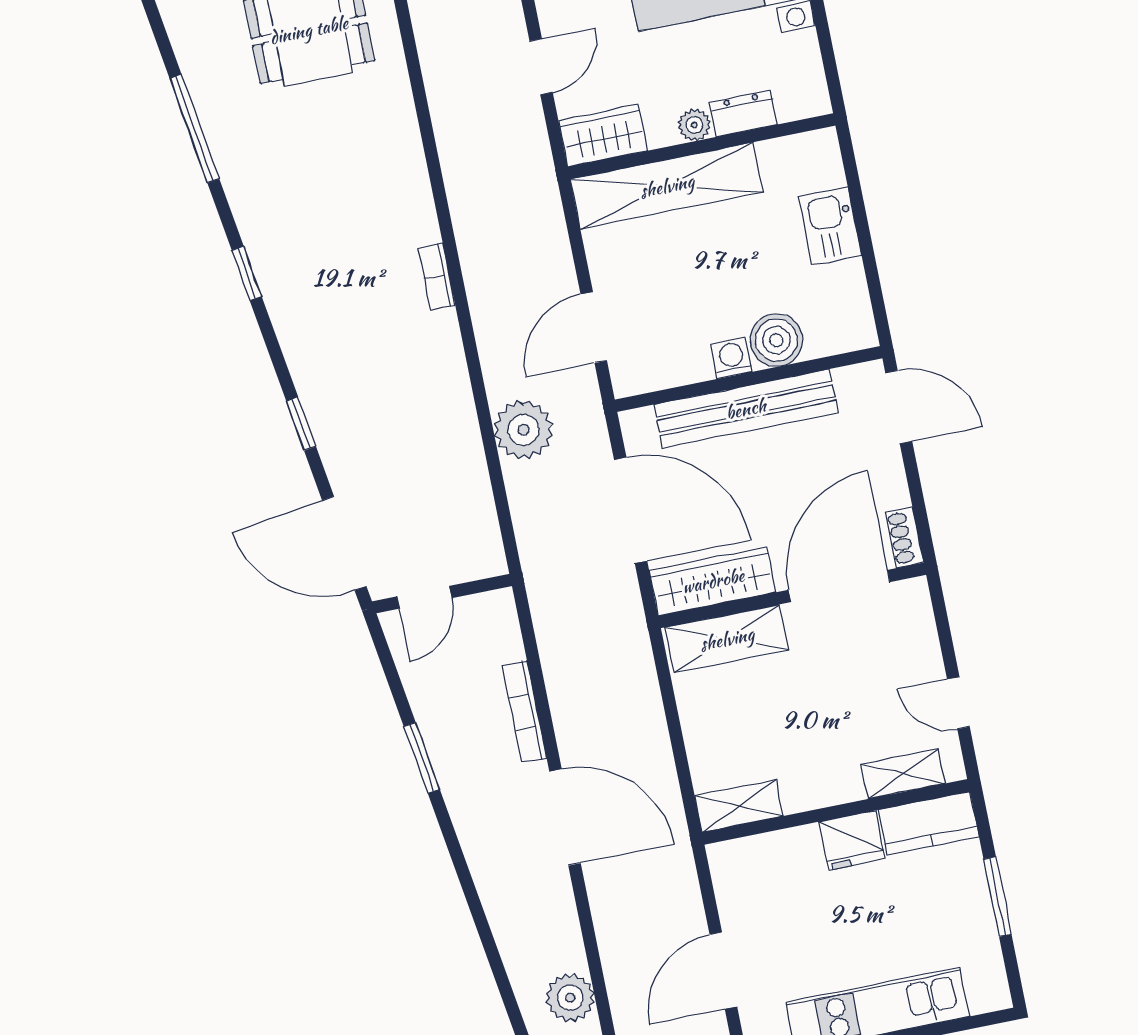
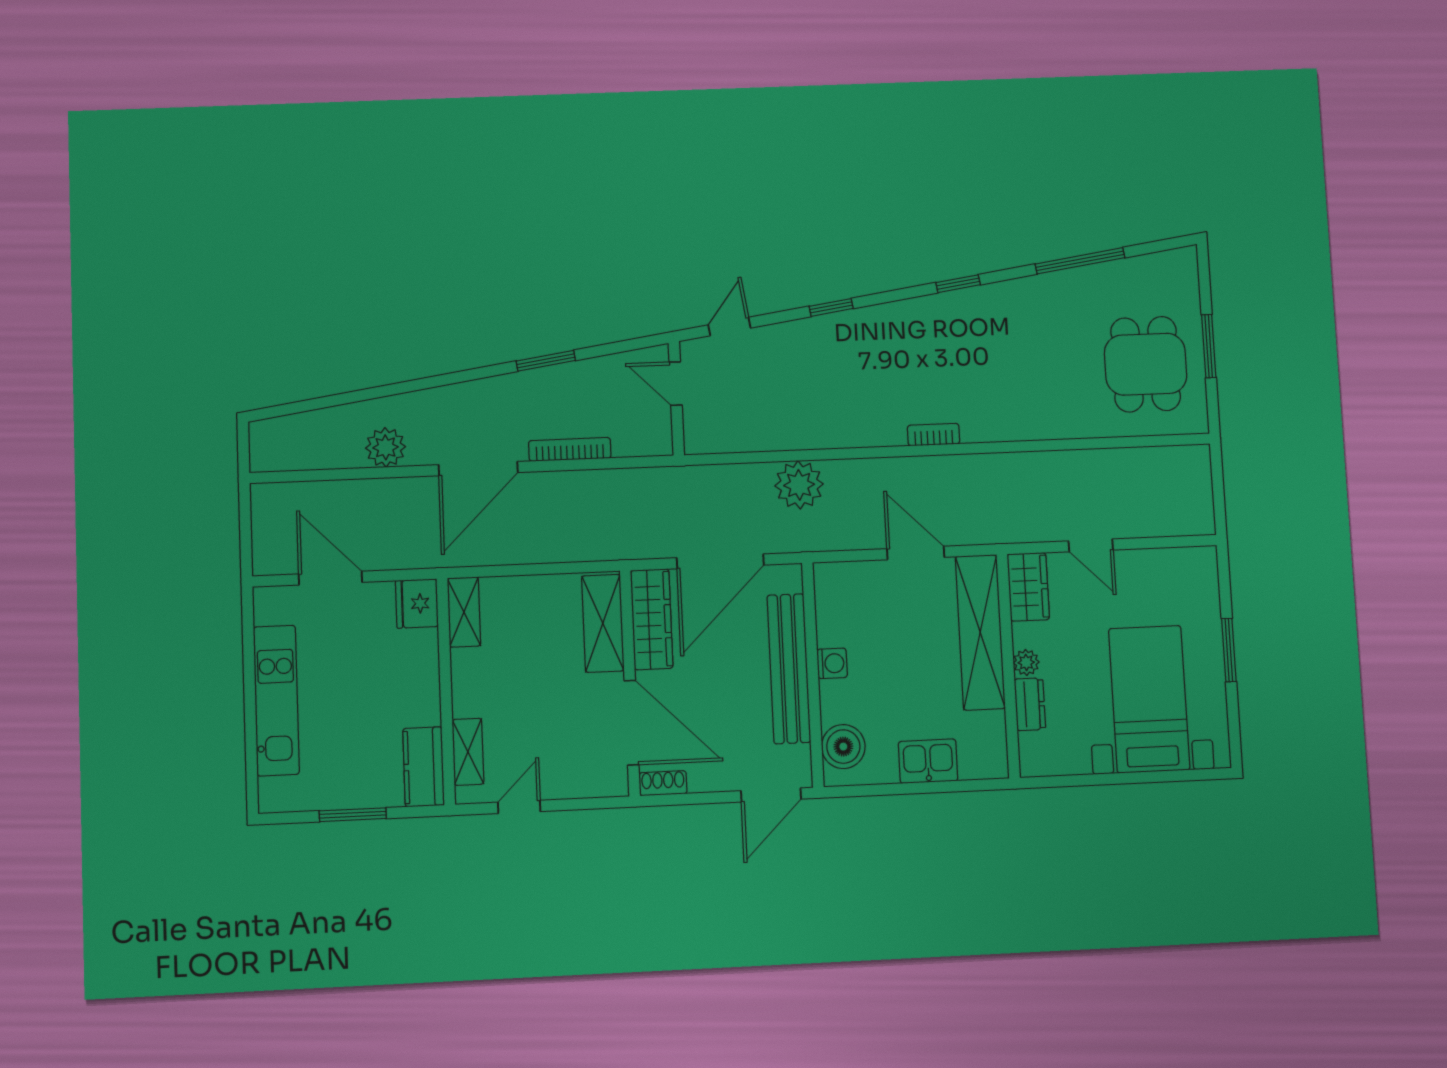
door: (594, 327) -> (916, 553), moved
boiler: (776, 340) -> (843, 747), moved
door: (344, 543) -> (729, 326), width x0.53
fridge: (852, 840) -> (417, 604), moved
plant: (570, 998) -> (386, 447), moved

